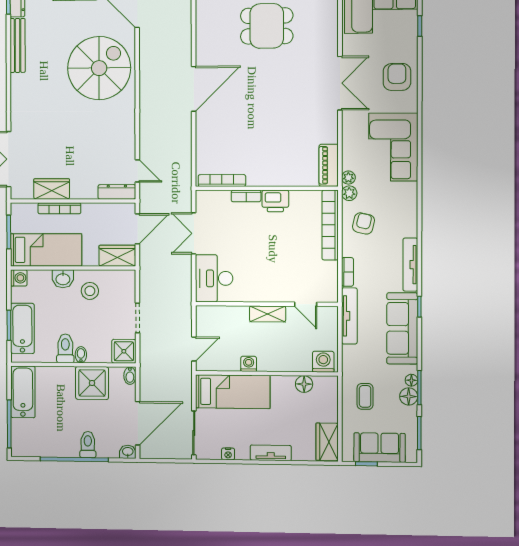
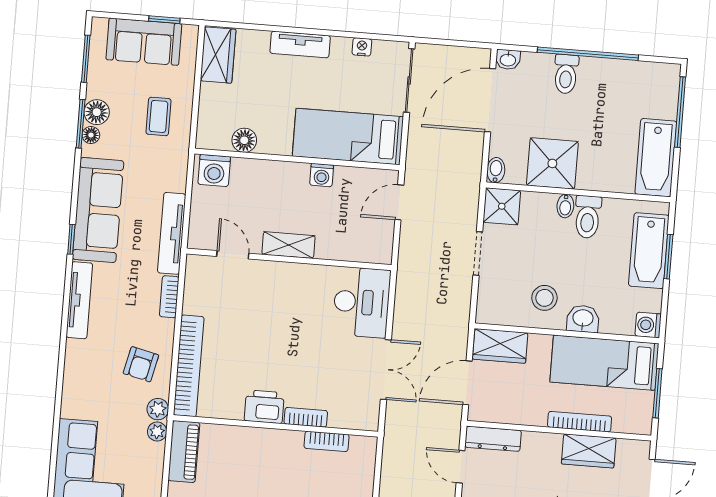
bookcase: (222, 181) -> (327, 441), width x0.64

